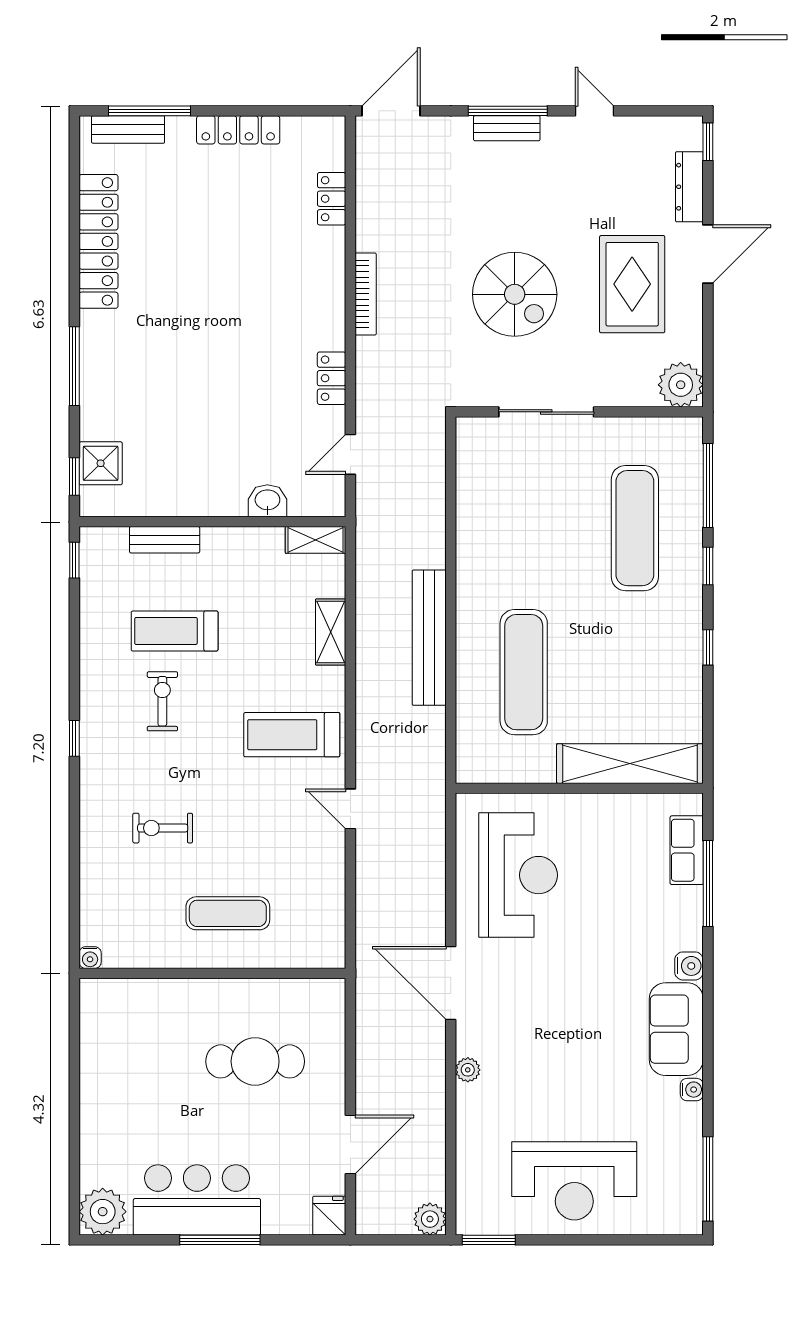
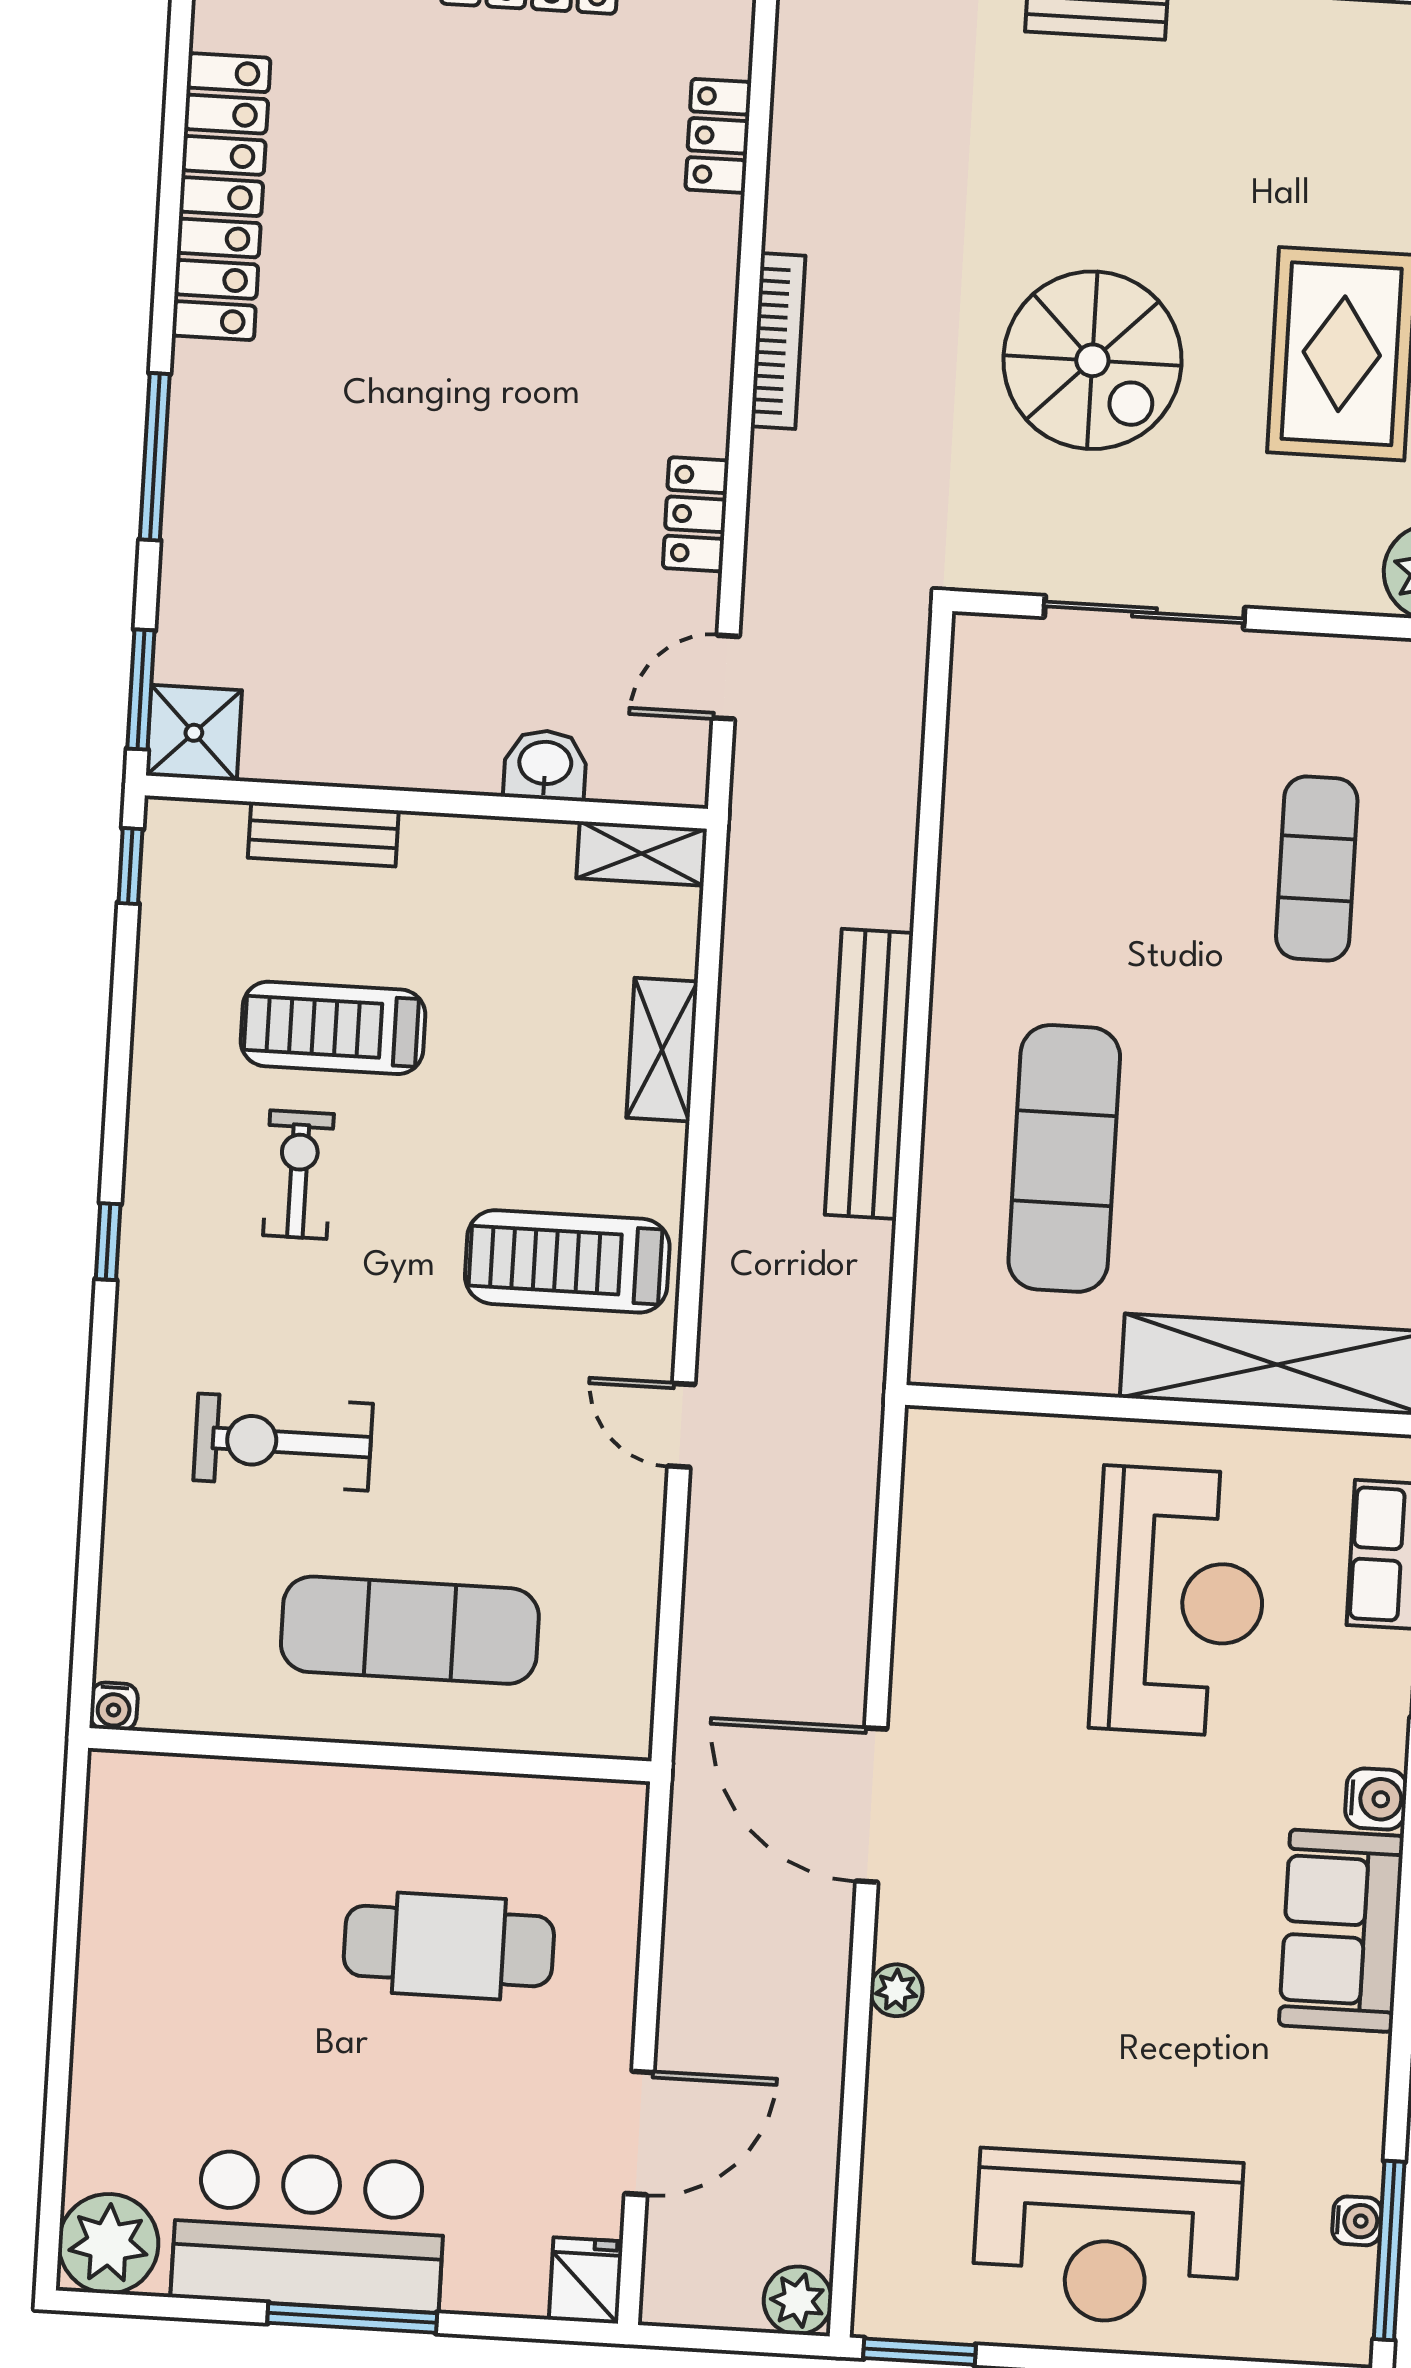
shower: (101, 463) -> (194, 733), moved
window: (74, 477) -> (141, 689), width x1.50
exercise mat: (635, 528) -> (1317, 869), width x0.73, depth x0.69
exercise bike: (163, 828) -> (283, 1442), width x1.38, depth x1.39
reception desk: (518, 875) -> (1179, 1601), moved
exercise mat: (228, 913) -> (410, 1630), width x1.36, depth x1.45
water cooler: (692, 1090) -> (1357, 2221), moved

